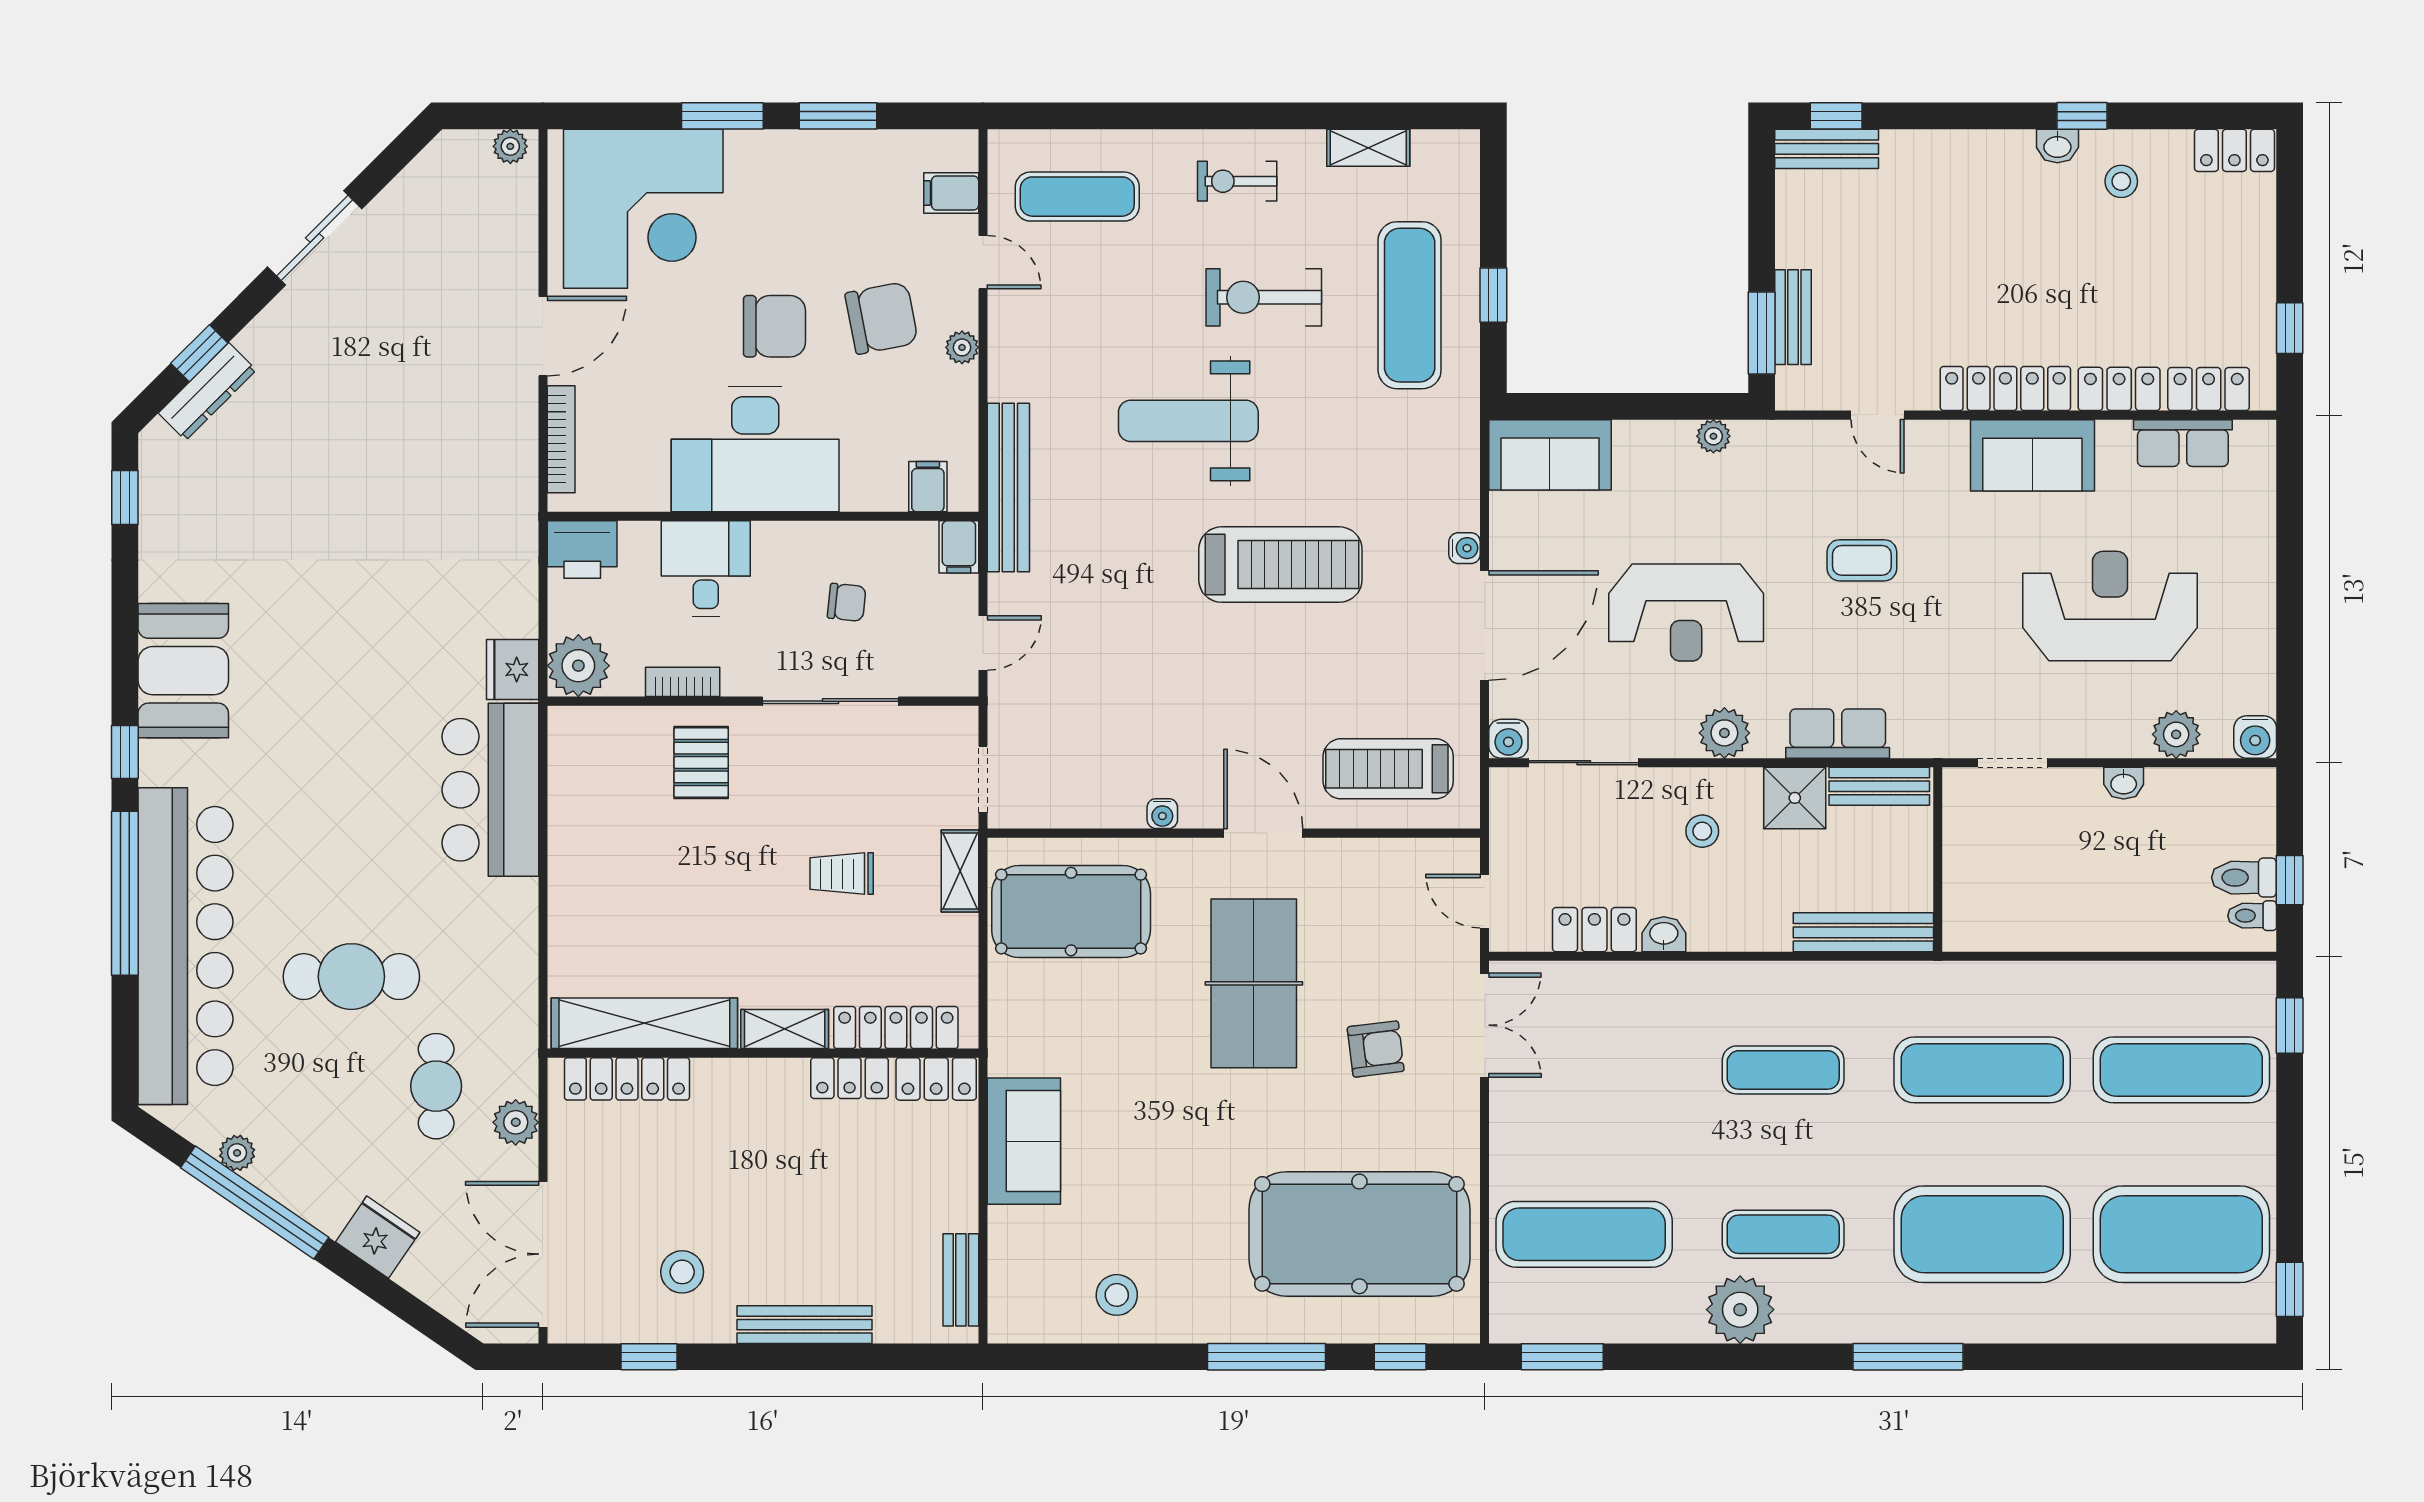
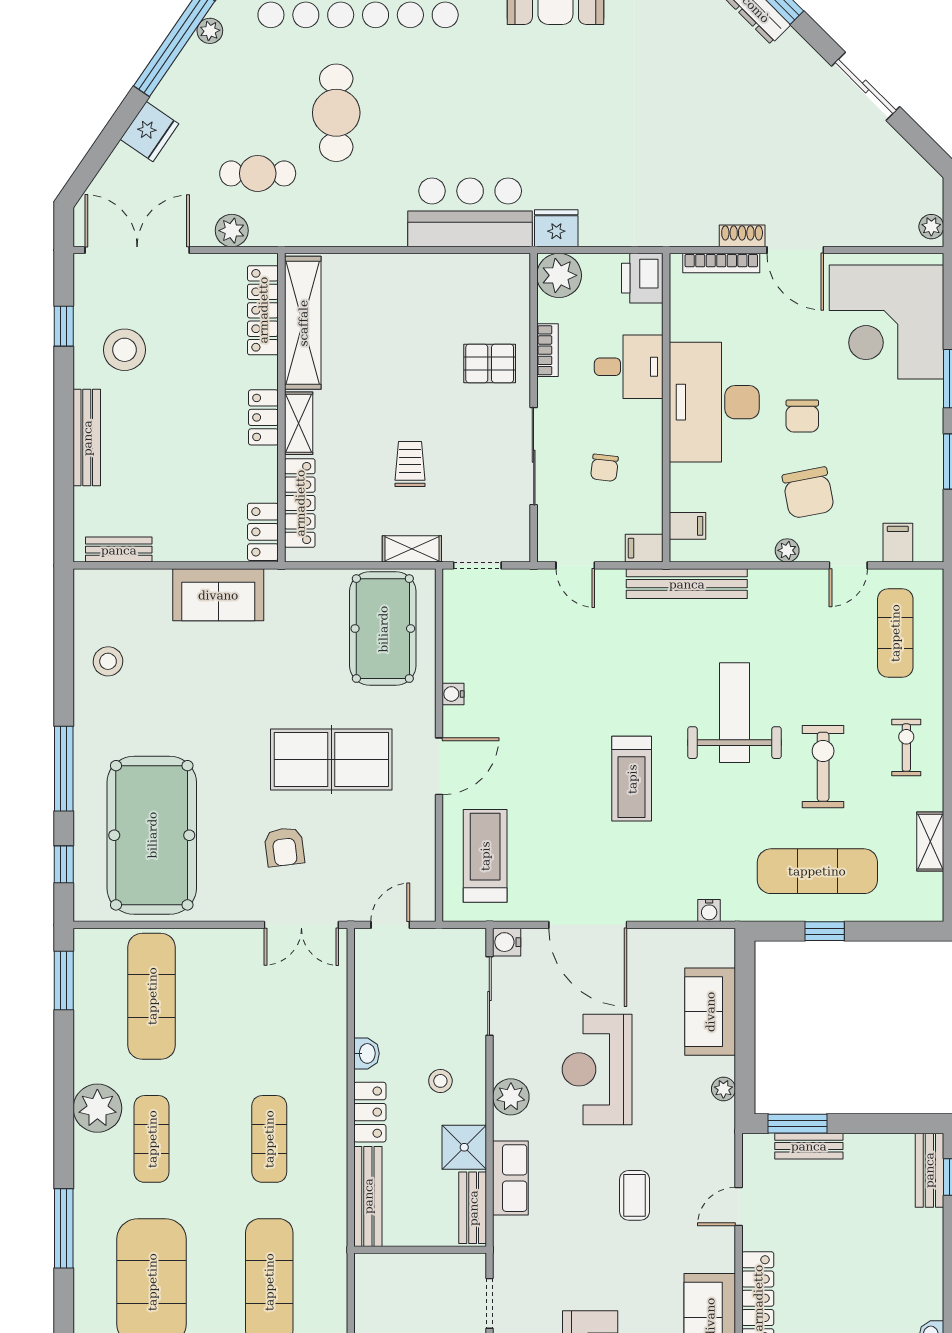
chair: (774, 326) -> (802, 416), width x0.73, depth x0.73
shoe rack: (523, 410) -> (742, 236), added
sofa: (1550, 455) -> (710, 1012), moved
water cooler: (1465, 548) -> (709, 911), moved
treadmill: (1280, 565) -> (632, 779), width x0.73, depth x0.73
locker: (1594, 930) -> (370, 1112), moved
locker: (850, 1078) -> (263, 417), moved
stool: (682, 1272) -> (125, 350), width x1.38, depth x1.38

